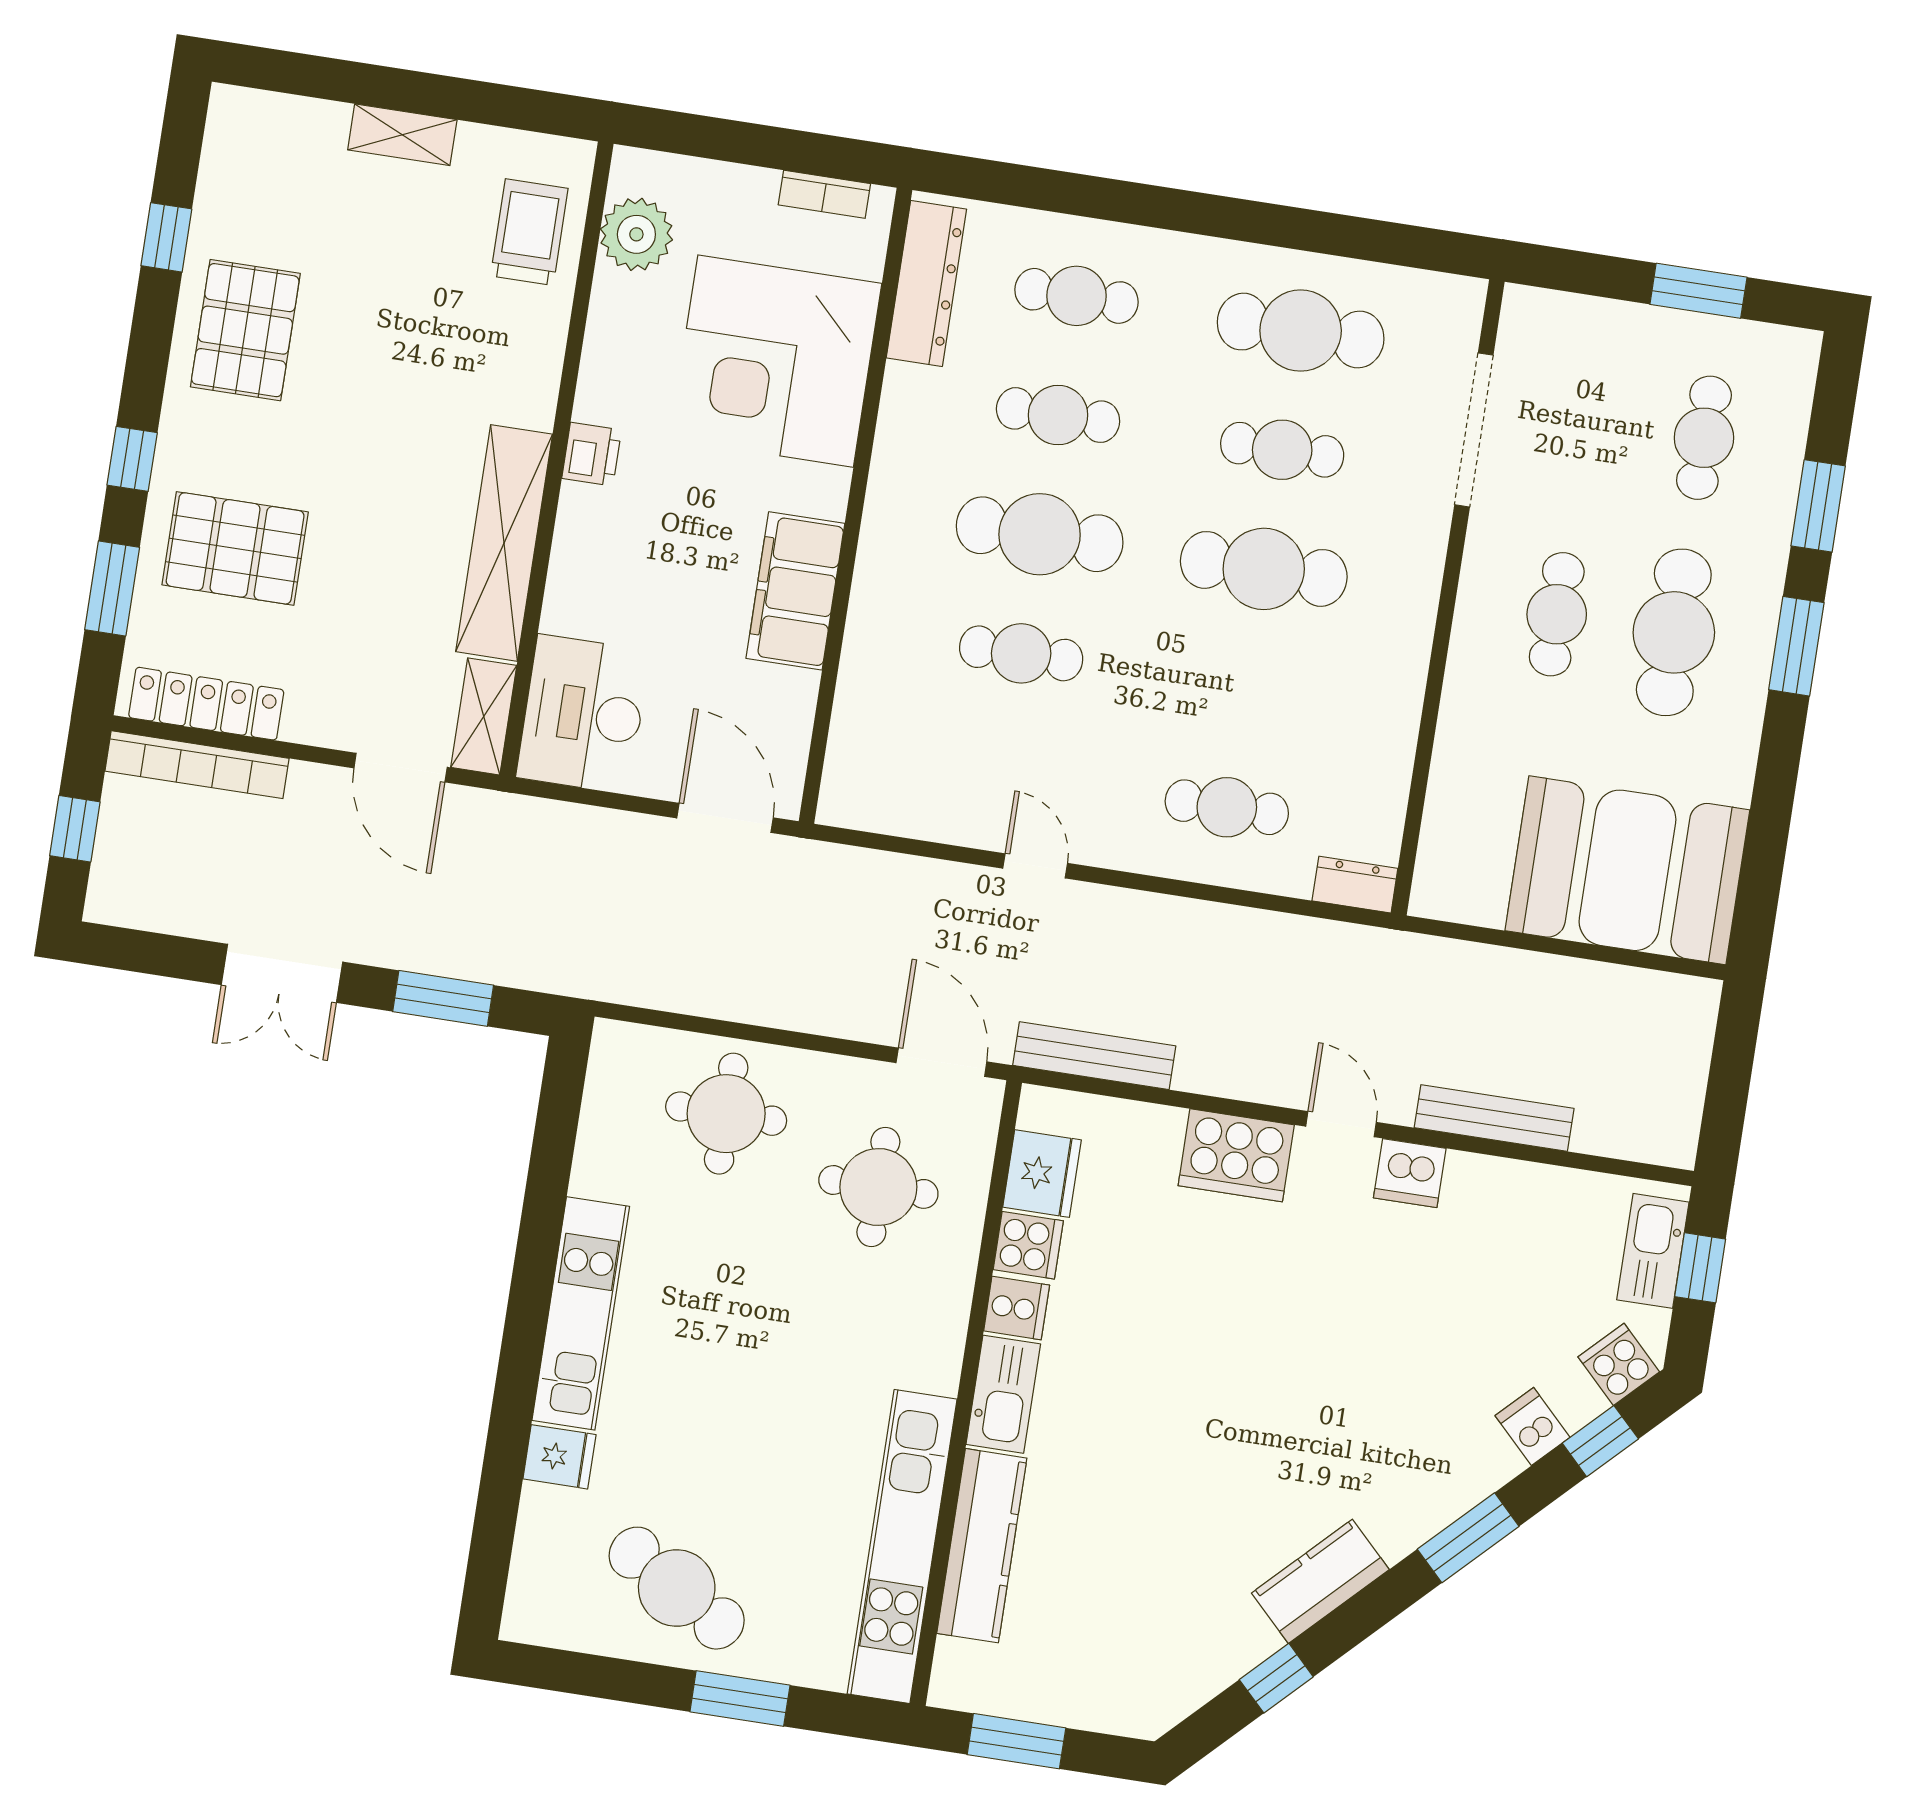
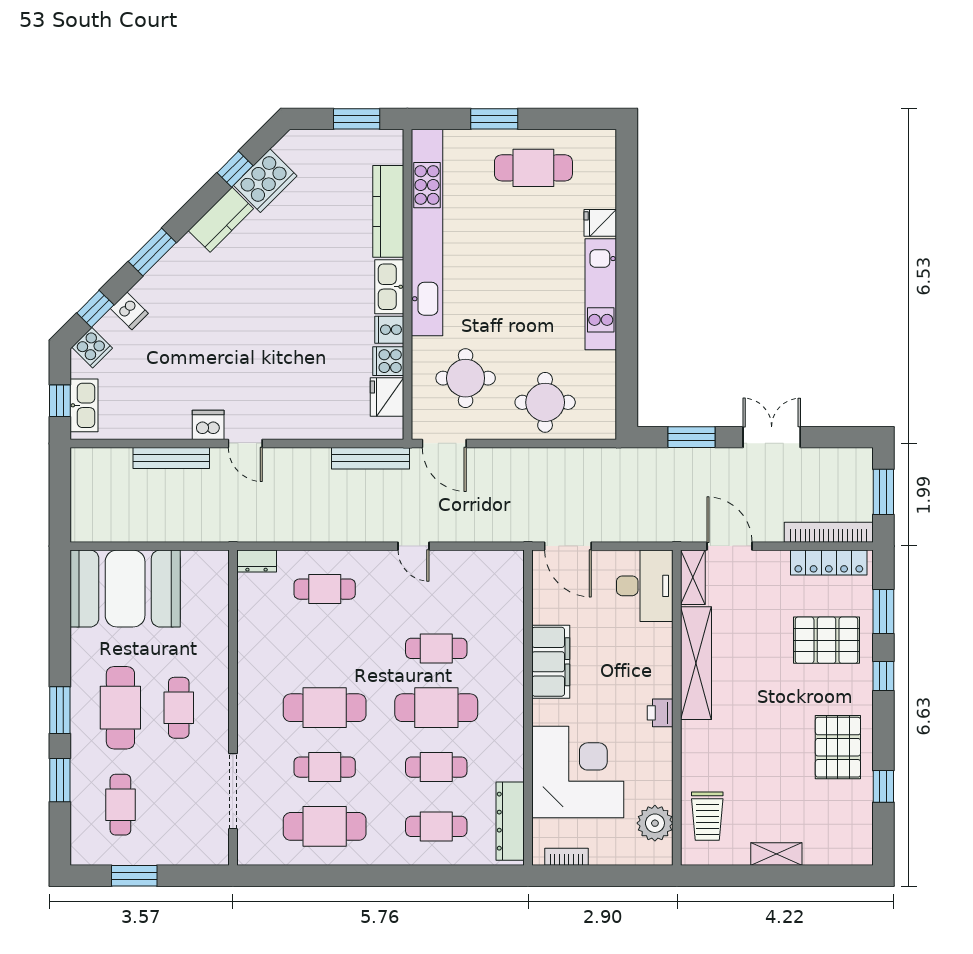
window: (75, 829) -> (883, 492), width x1.50
cooker: (1236, 1155) -> (265, 181), moved, turned 135
kitchen unit: (902, 1547) -> (427, 233), width x1.36
cafe table: (677, 1588) -> (533, 168), turned -31

